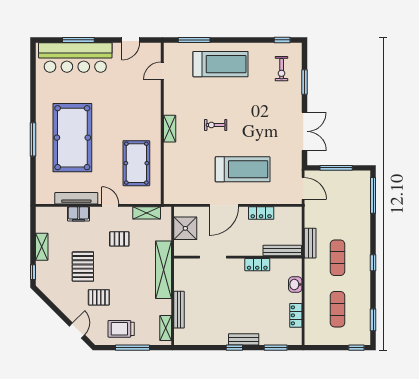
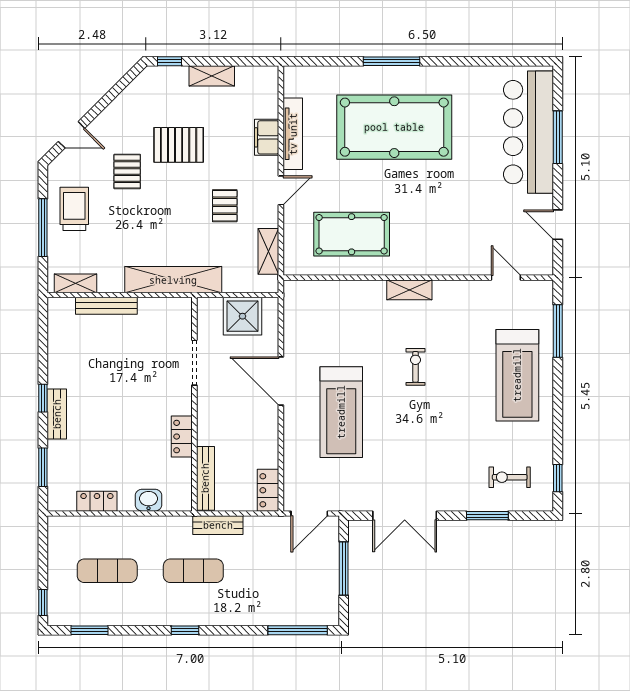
locker: (261, 213) -> (268, 490), moved

